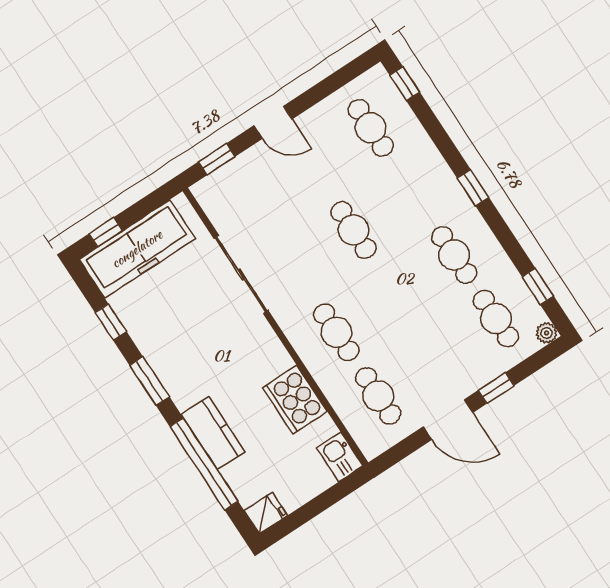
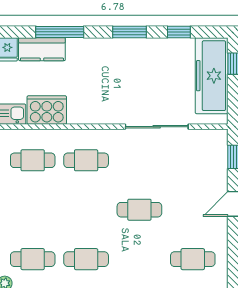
cooker: (295, 400) -> (47, 110), moved
kitchen counter: (213, 433) -> (42, 49), moved
window: (204, 464) -> (60, 32), width x0.68

